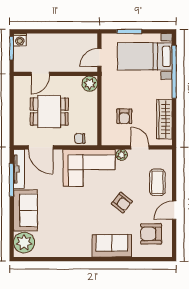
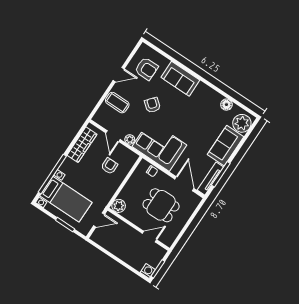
coffee table: (157, 182) -> (117, 103), turned 90
floor lamp: (51, 251) -> (226, 105), added

